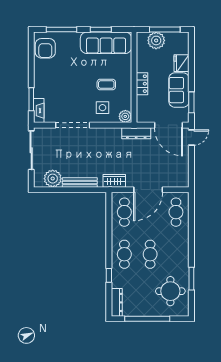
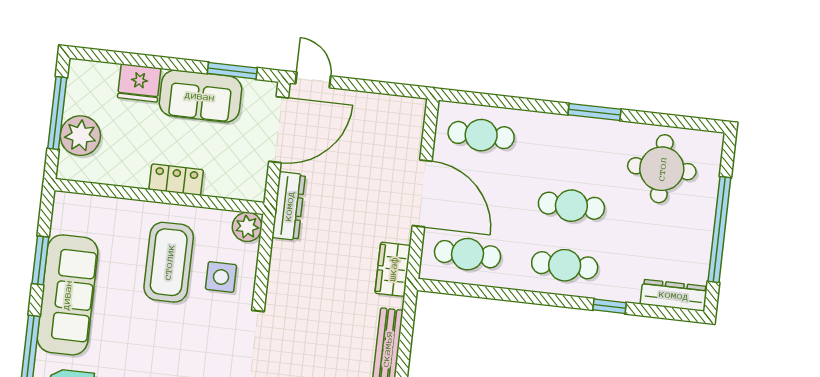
sofa: (106, 43) -> (67, 295), moved
coffee table: (106, 84) -> (169, 262), width x1.86, depth x1.72
window: (191, 279) -> (594, 112), moved

